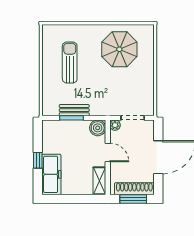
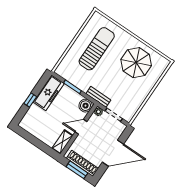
sun lounger: (70, 63) -> (97, 49), width x1.36, depth x1.34
bench: (74, 110) -> (98, 97), moved
door: (108, 153) -> (81, 127), swing flipped
freezer: (51, 174) -> (49, 93), moved

